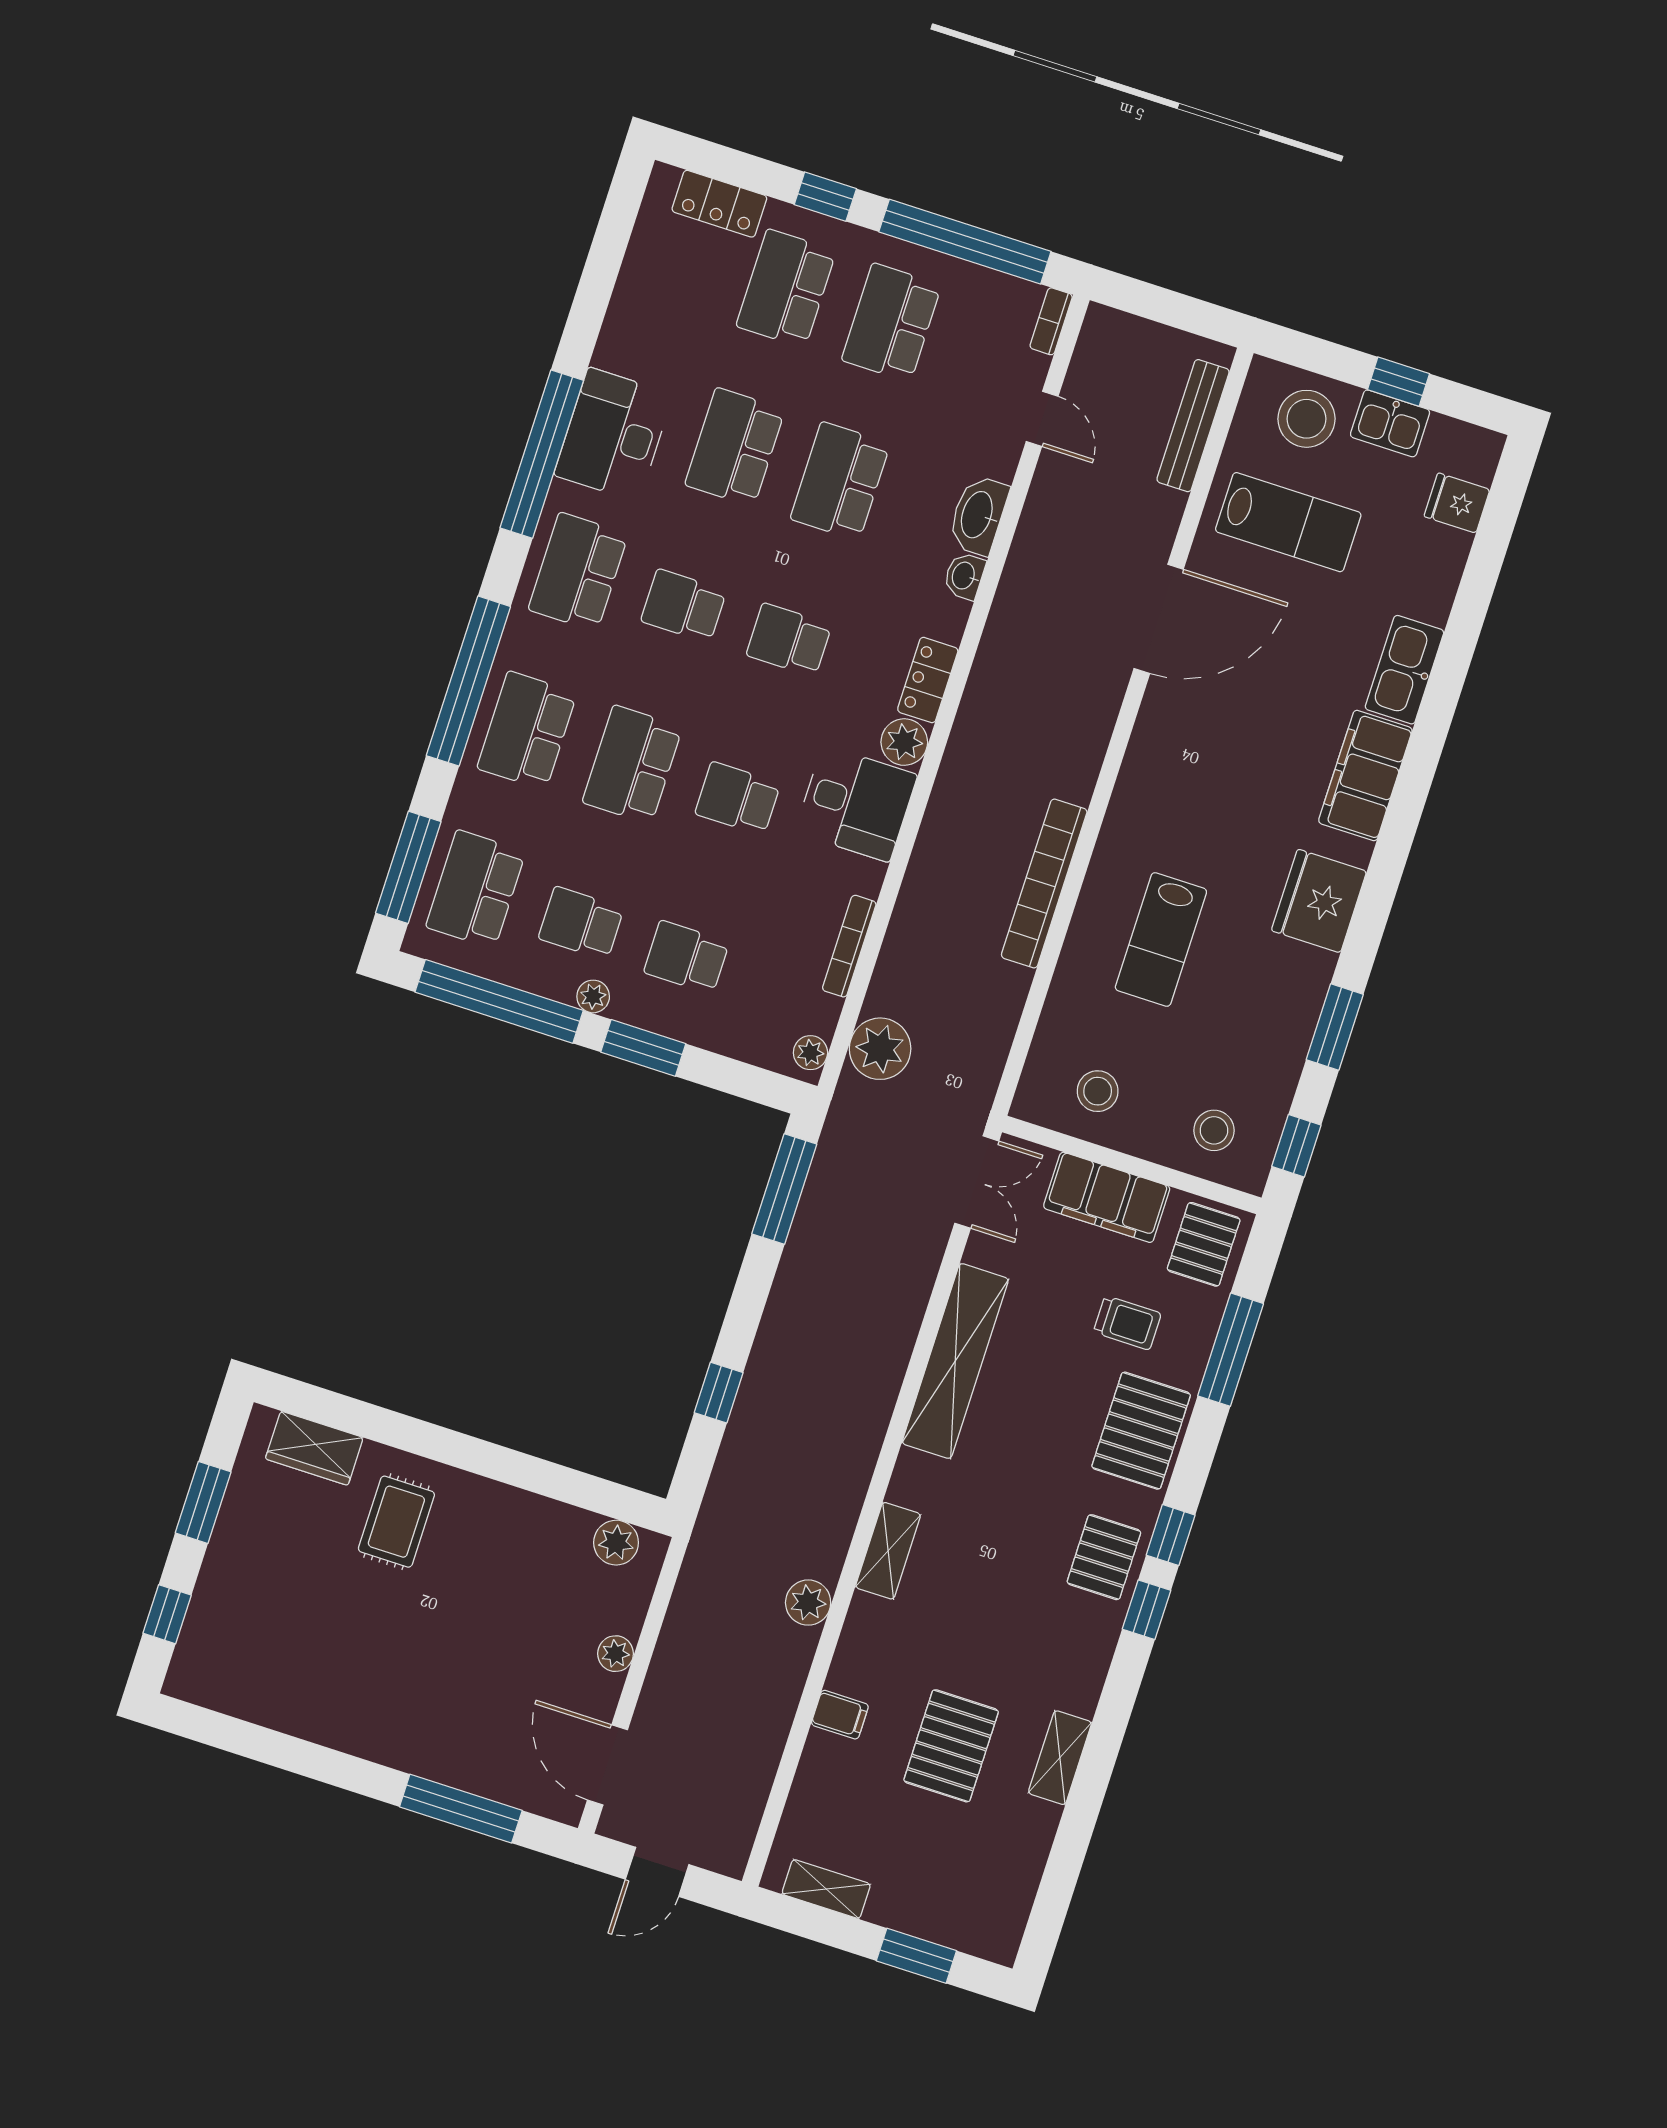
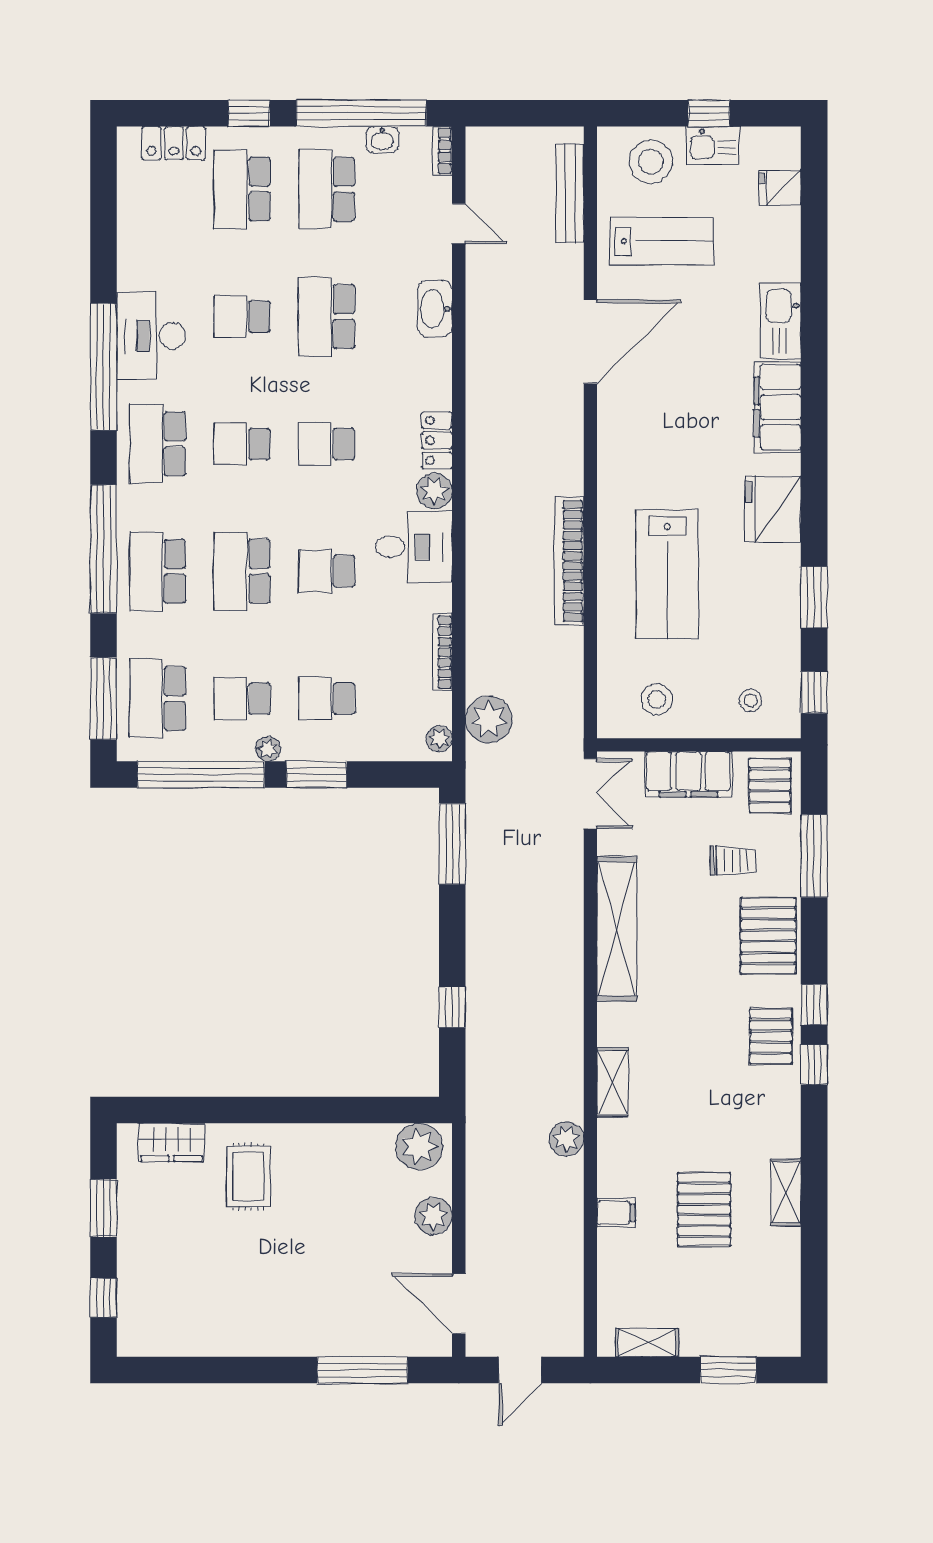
school desk: (735, 447) -> (242, 316), width x0.54
washbasin: (964, 576) -> (382, 140), moved, turned -90
lab bench: (1161, 940) -> (667, 574), width x1.36, depth x1.39
stool: (1214, 1130) -> (751, 701), width x0.73, depth x0.73
plant: (616, 1543) -> (419, 1147), width x1.36, depth x1.36
plant: (616, 1654) -> (433, 1216), width x1.38, depth x1.38

